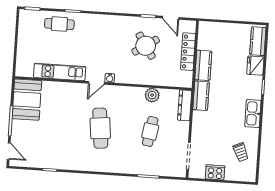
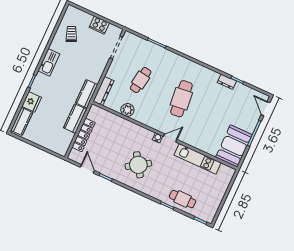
round table: (146, 46) -> (138, 165), moved
dresser: (60, 164) -> (227, 82), added

